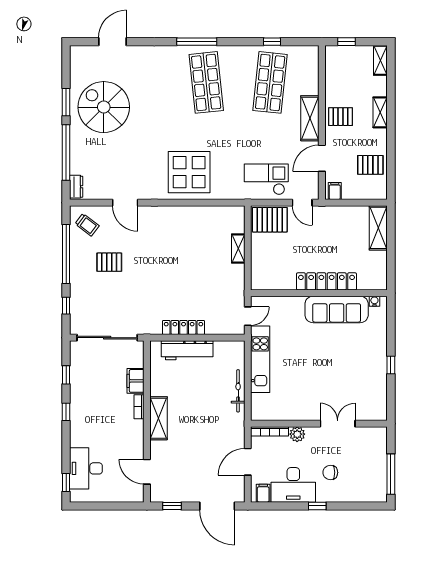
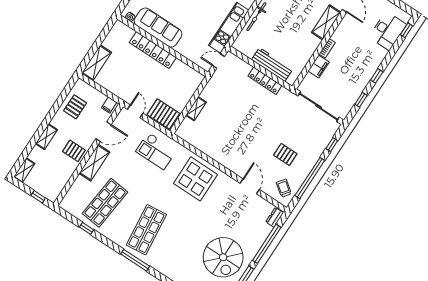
pallet: (370, 165) -> (75, 107), turned 90
checkout: (266, 179) -> (156, 151), moved
shelving: (158, 418) -> (326, 22), moved

